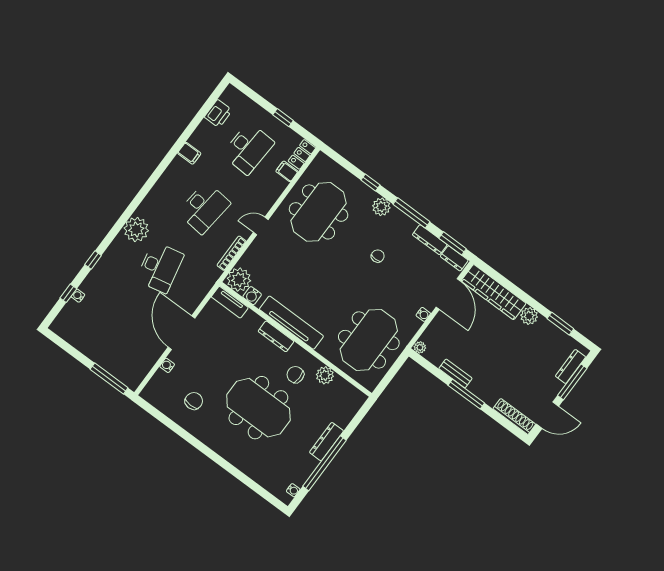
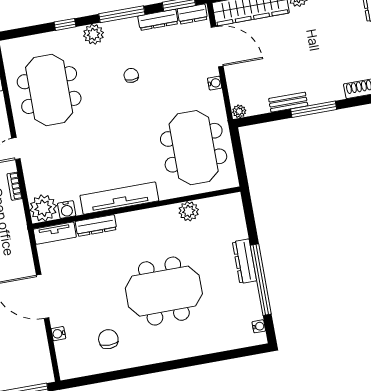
bookcase: (232, 253) -> (15, 186), width x0.64
dresser: (276, 336) -> (96, 226), moved
chair: (295, 375) -> (165, 235), removed

